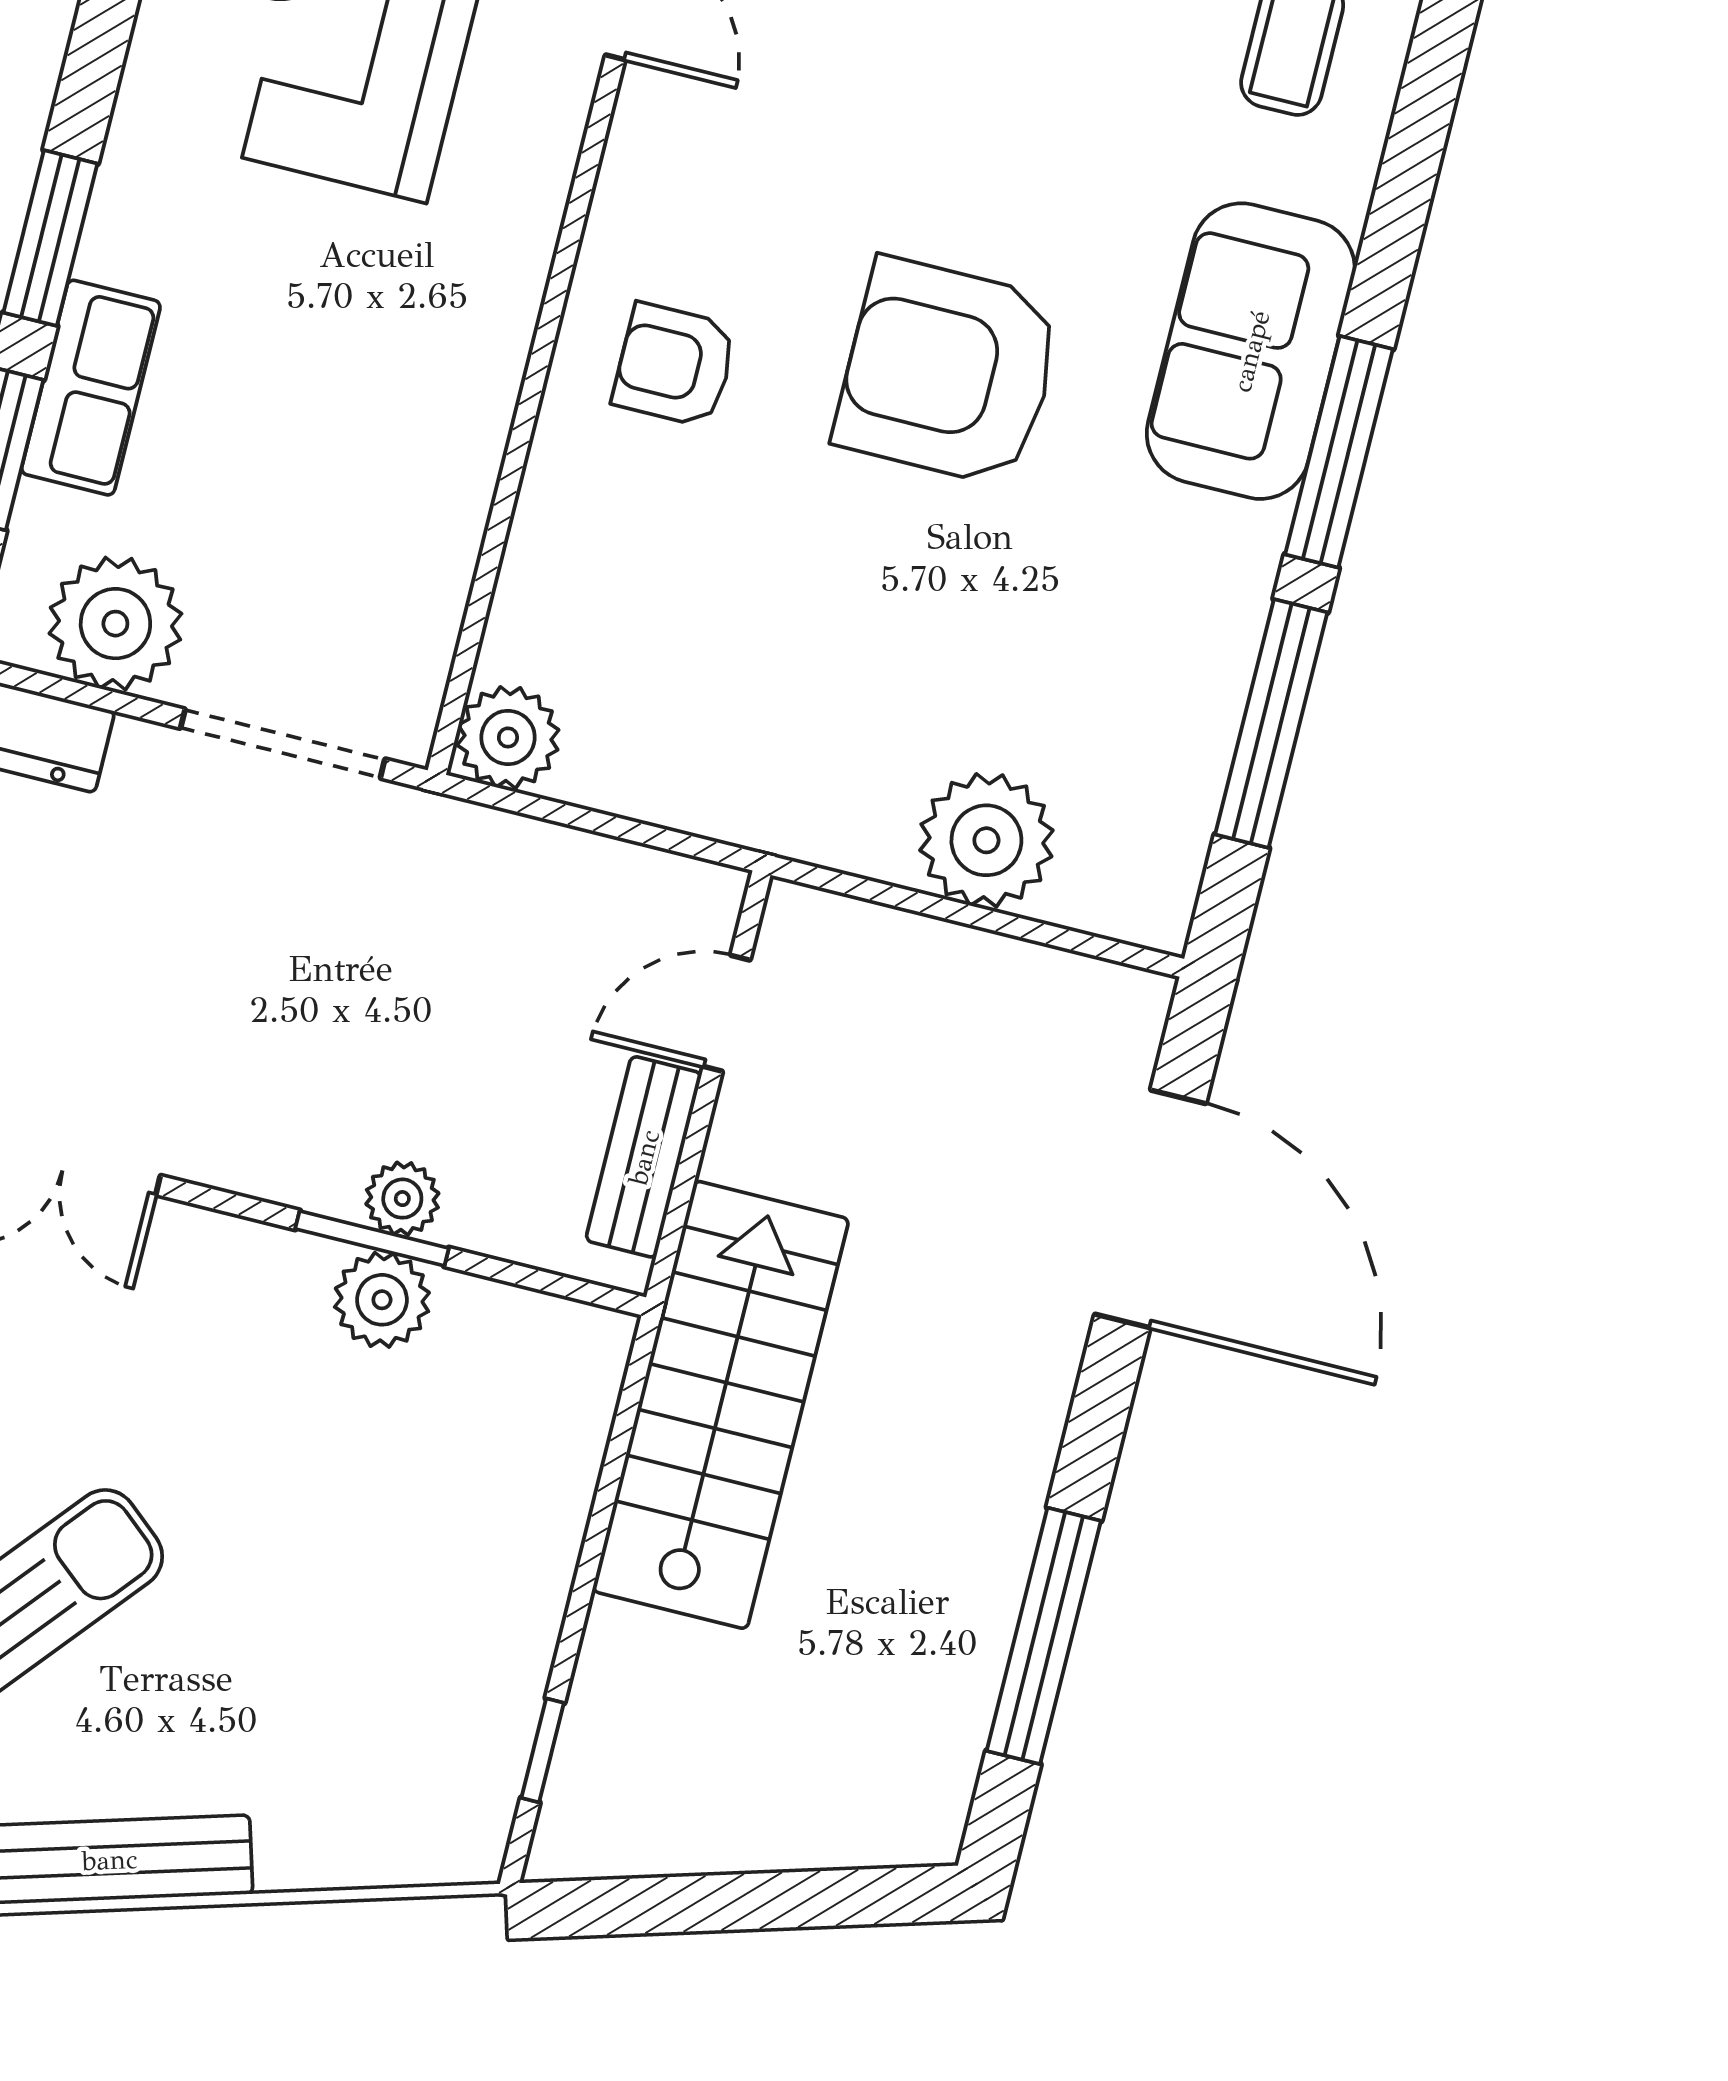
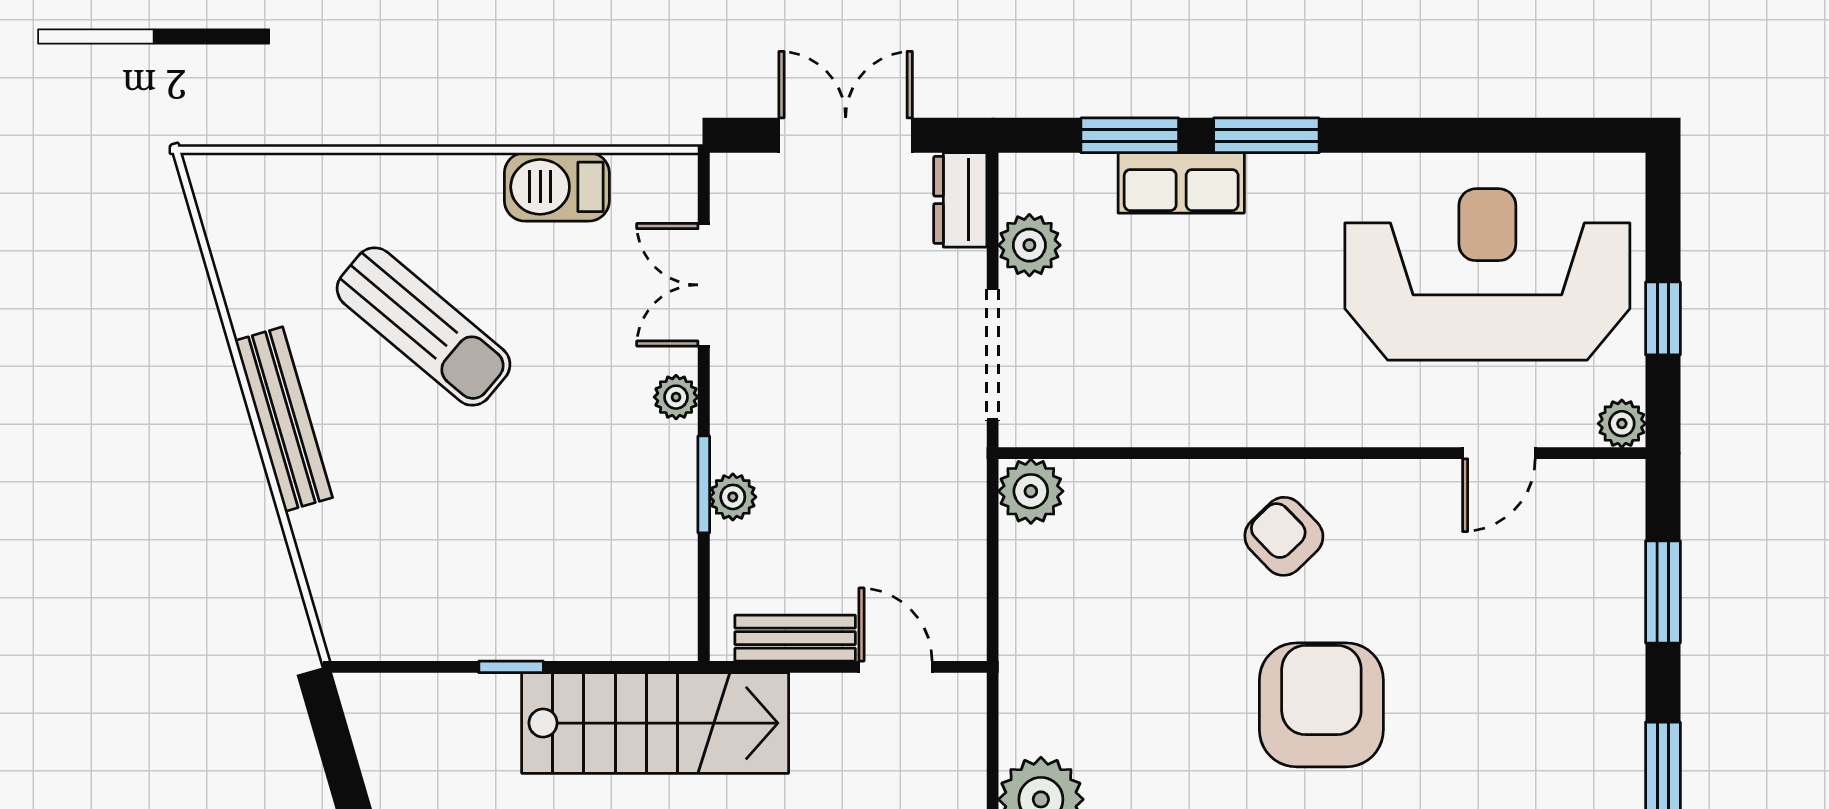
armchair: (675, 365) -> (1284, 536), turned -44
plant: (115, 624) -> (1029, 245), width x0.73, depth x0.73
plant: (382, 1300) -> (676, 397), moved, width x0.73, depth x0.73
window: (543, 1750) -> (511, 667), moved

